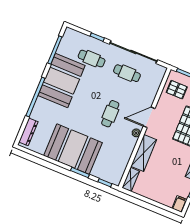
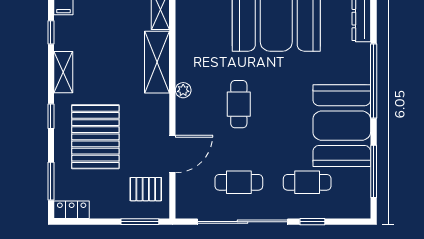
door: (149, 117) -> (172, 154), moved

